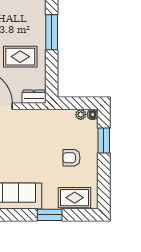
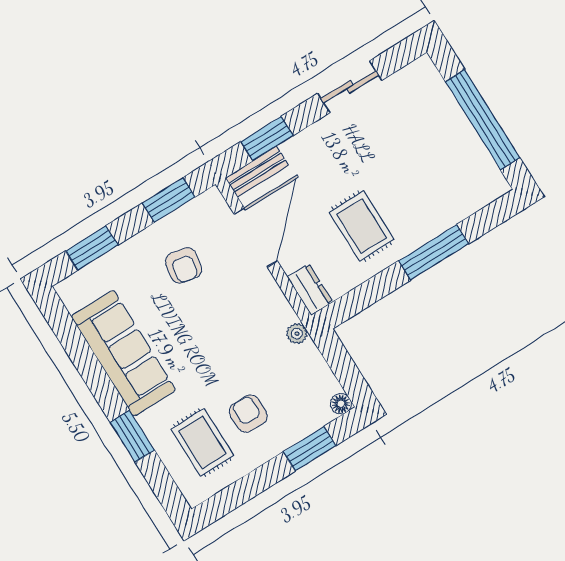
plant: (81, 114) -> (297, 334), moved
rug: (75, 198) -> (202, 442), moved

